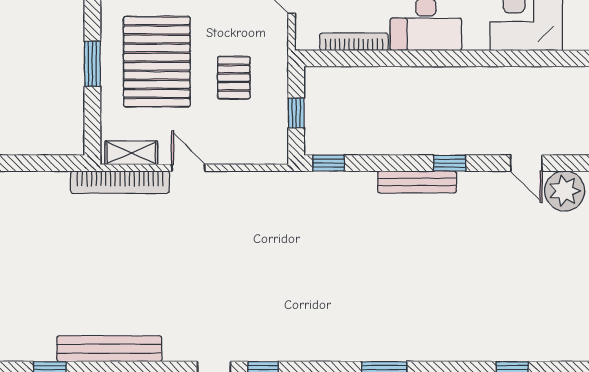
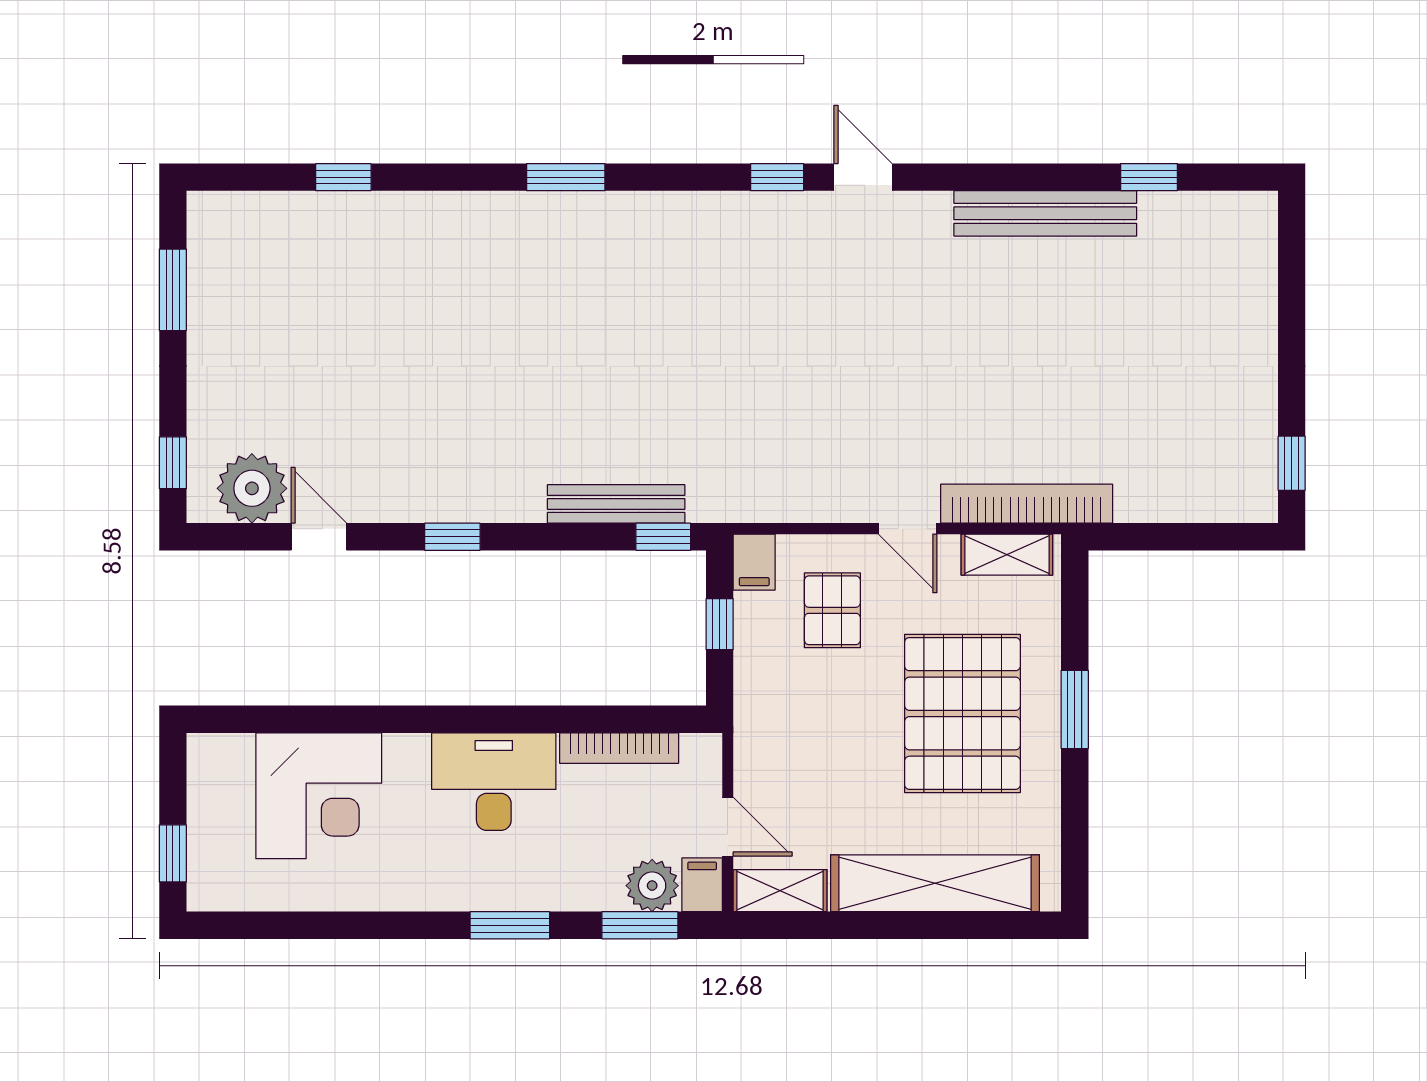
pallet: (234, 78) -> (832, 610), moved
filing cabinet: (276, 149) -> (754, 562), added
bench: (417, 182) -> (616, 504), moved

